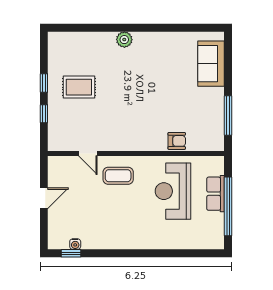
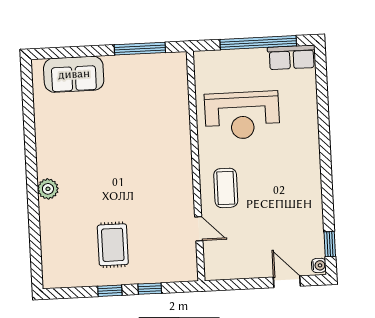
armchair: (177, 141) -> (177, 114), removed
door: (88, 154) -> (199, 229), hinge flipped
row of seats: (216, 194) -> (292, 57), moved
door: (44, 198) -> (287, 282), moved
water cooler: (75, 244) -> (319, 265), moved

